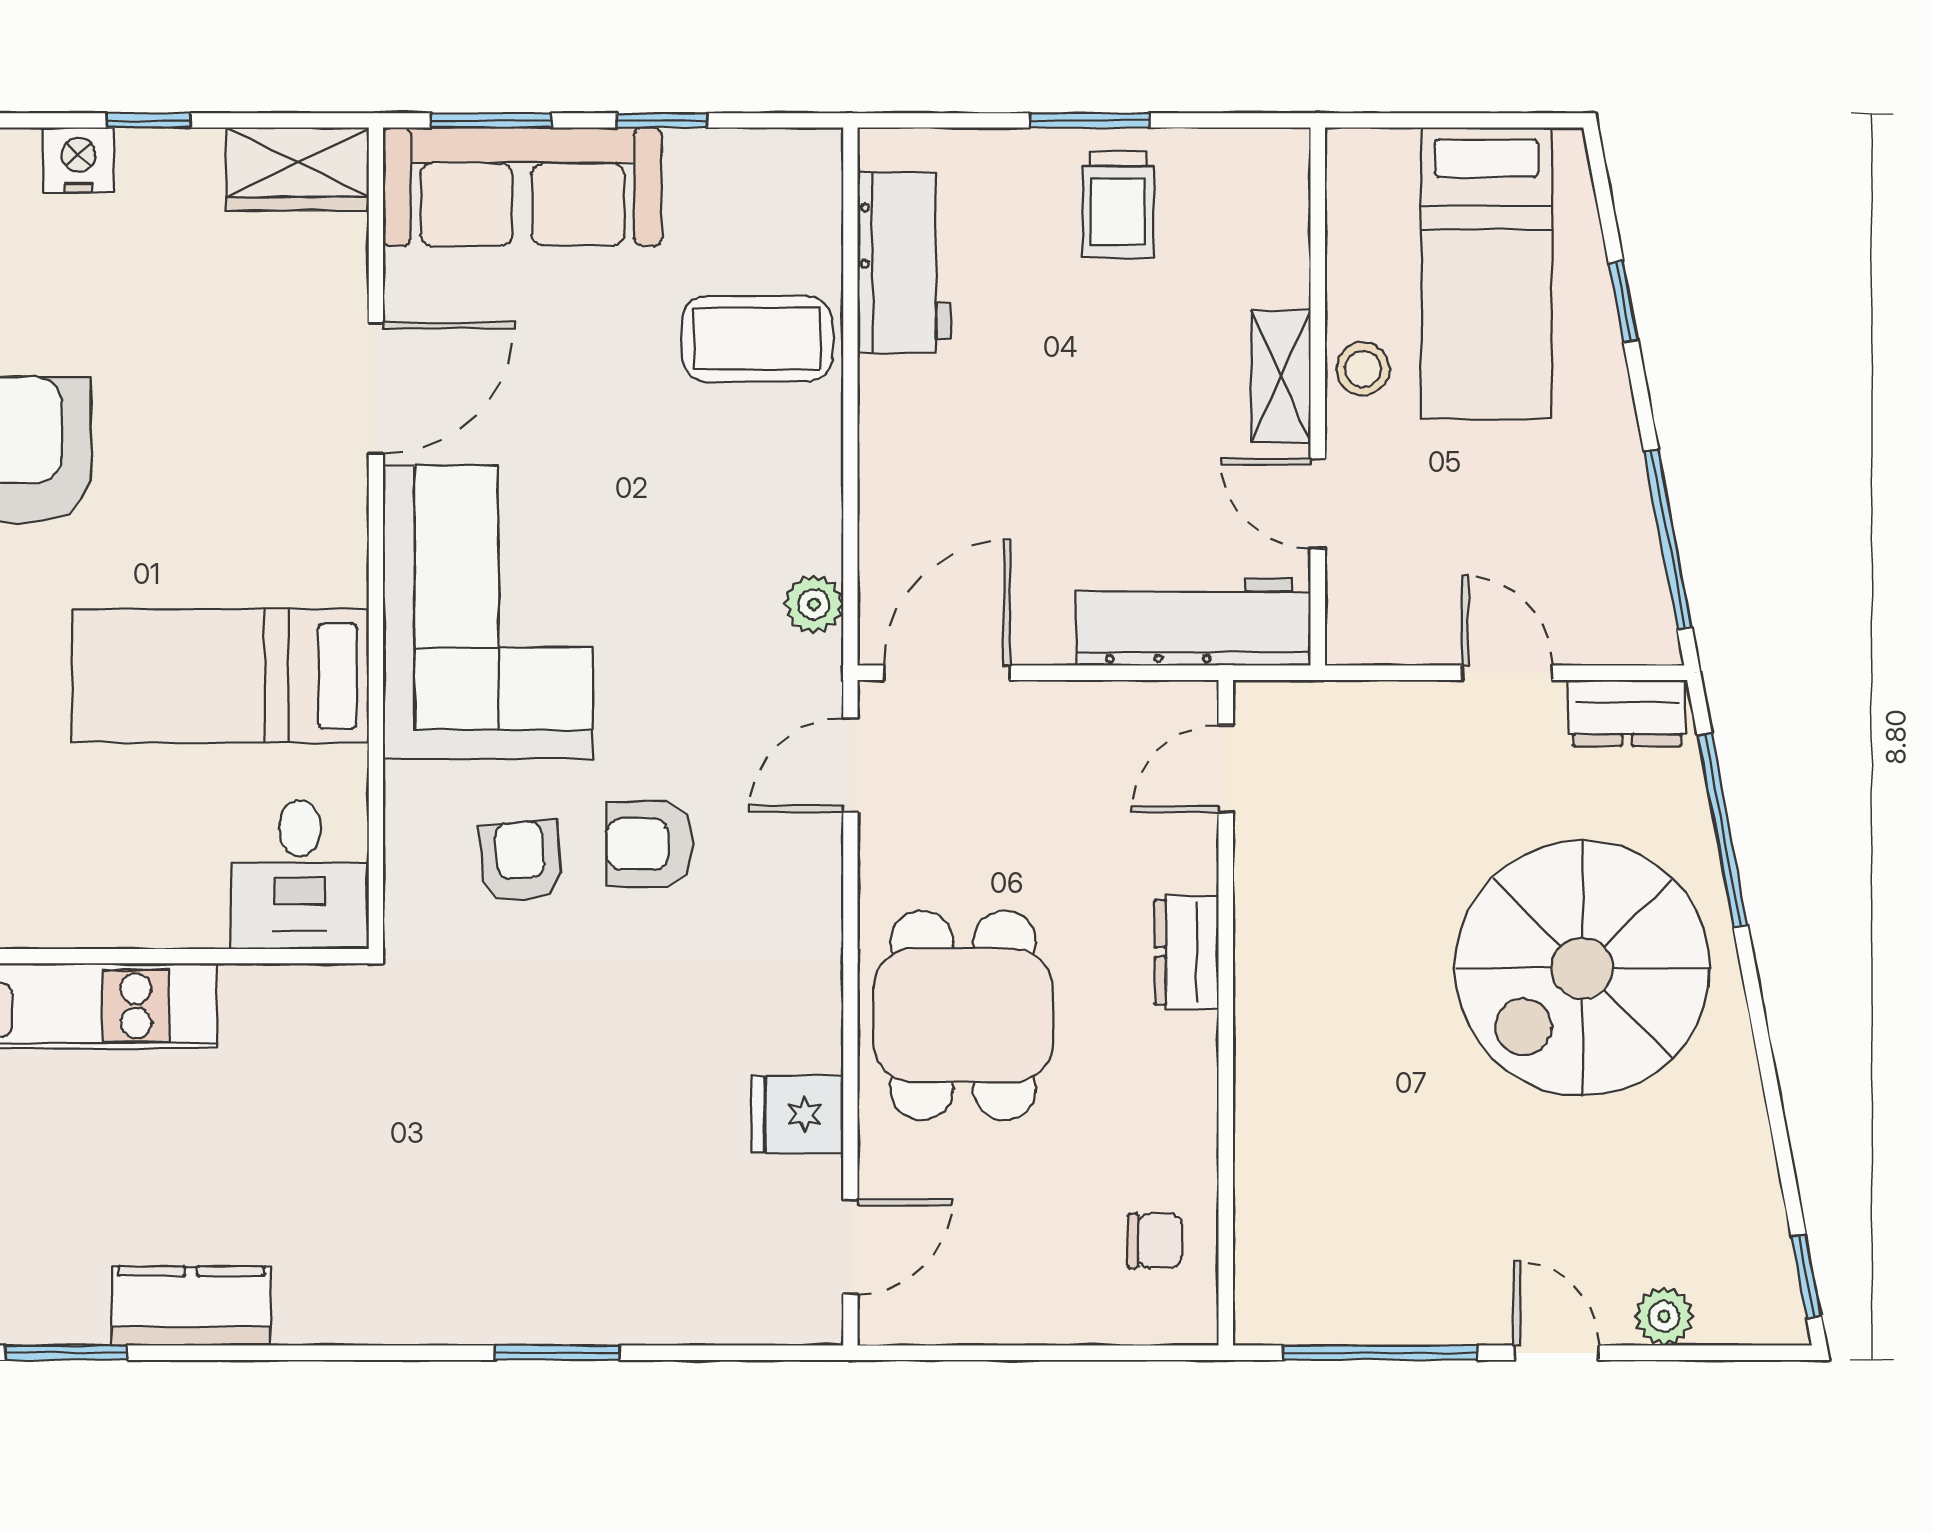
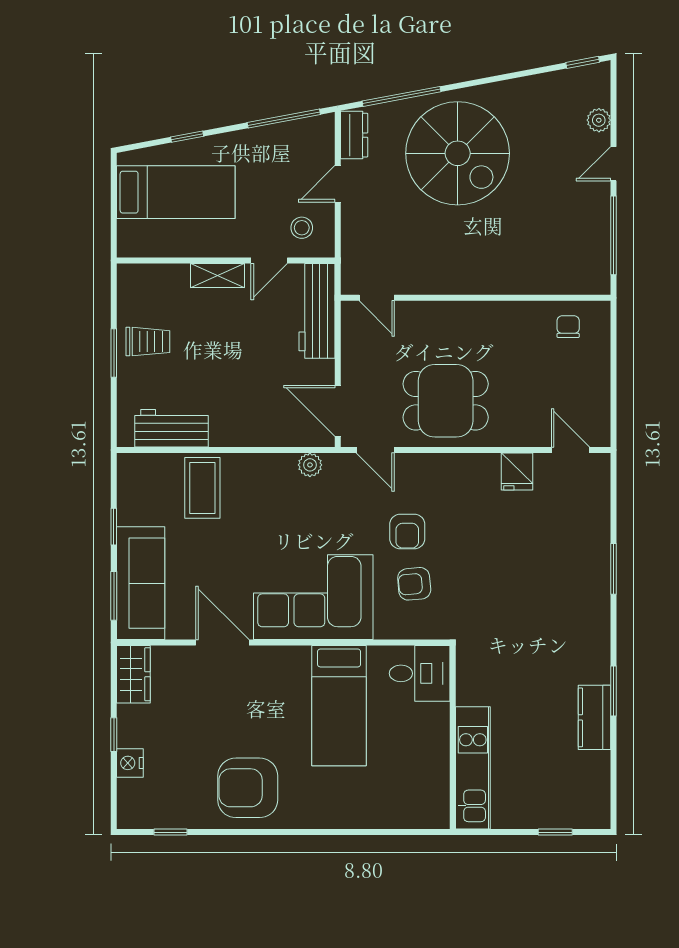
stool: (1363, 369) -> (302, 228), moved
dresser: (1187, 952) -> (451, 314), removed
dining table: (963, 1015) -> (446, 401), moved
window: (66, 1353) -> (614, 691), moved

